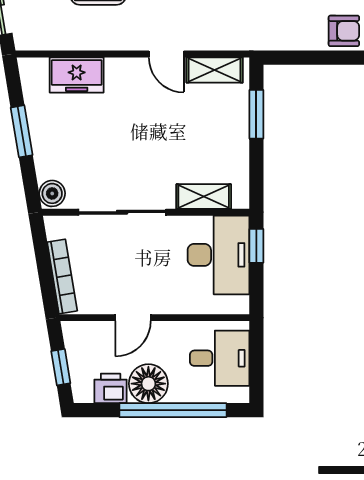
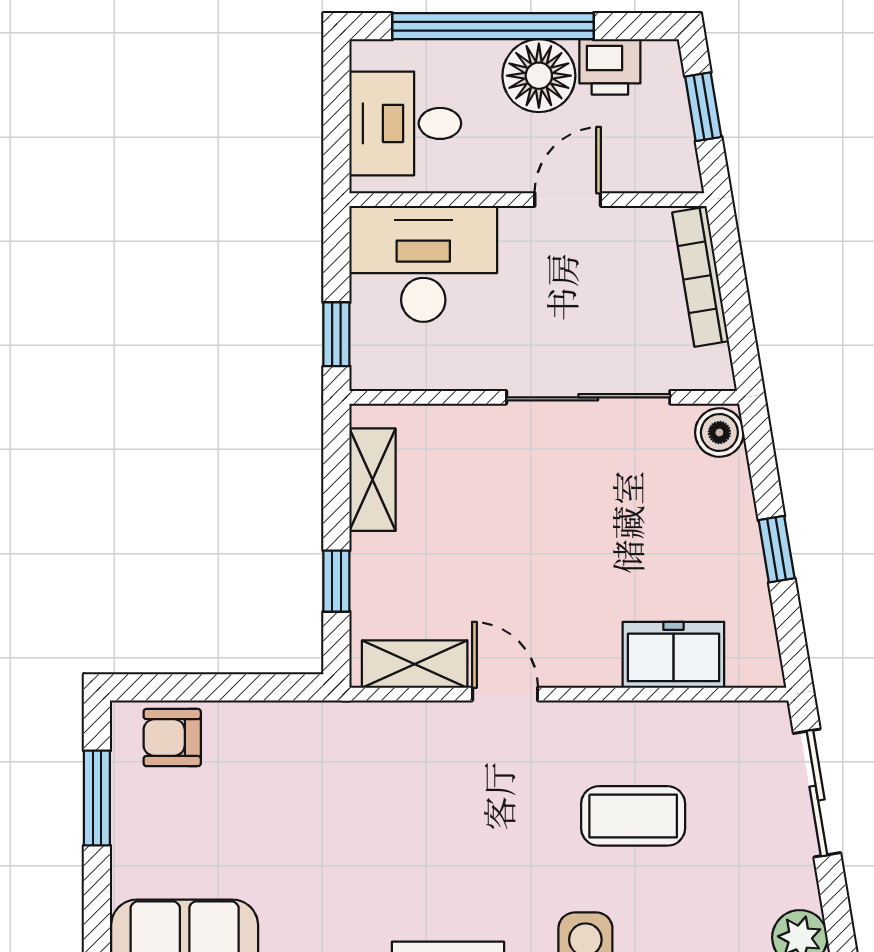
window: (256, 114) -> (336, 581), width x0.67
window: (22, 131) -> (777, 549), width x0.67
shelving: (204, 197) -> (373, 480), moved, turned 90
desk: (218, 255) -> (423, 264), moved, turned 90

